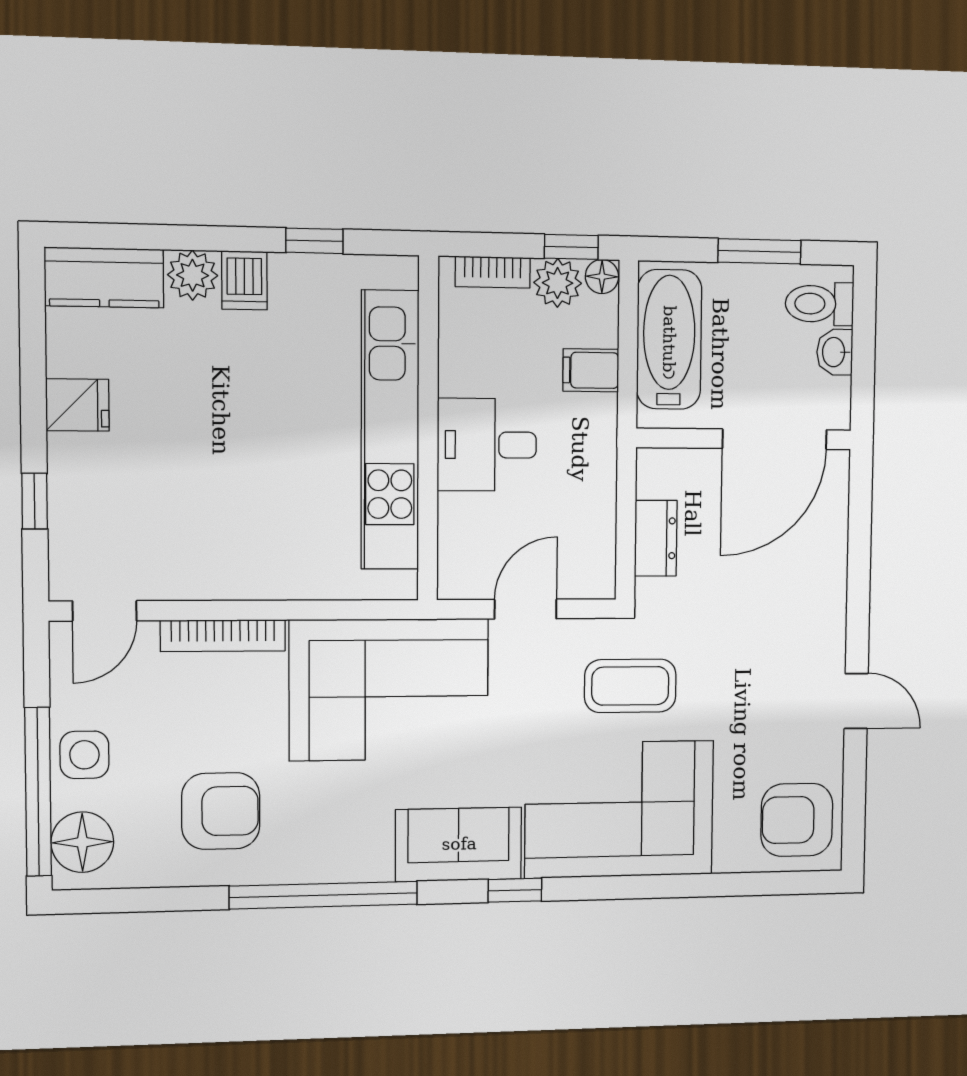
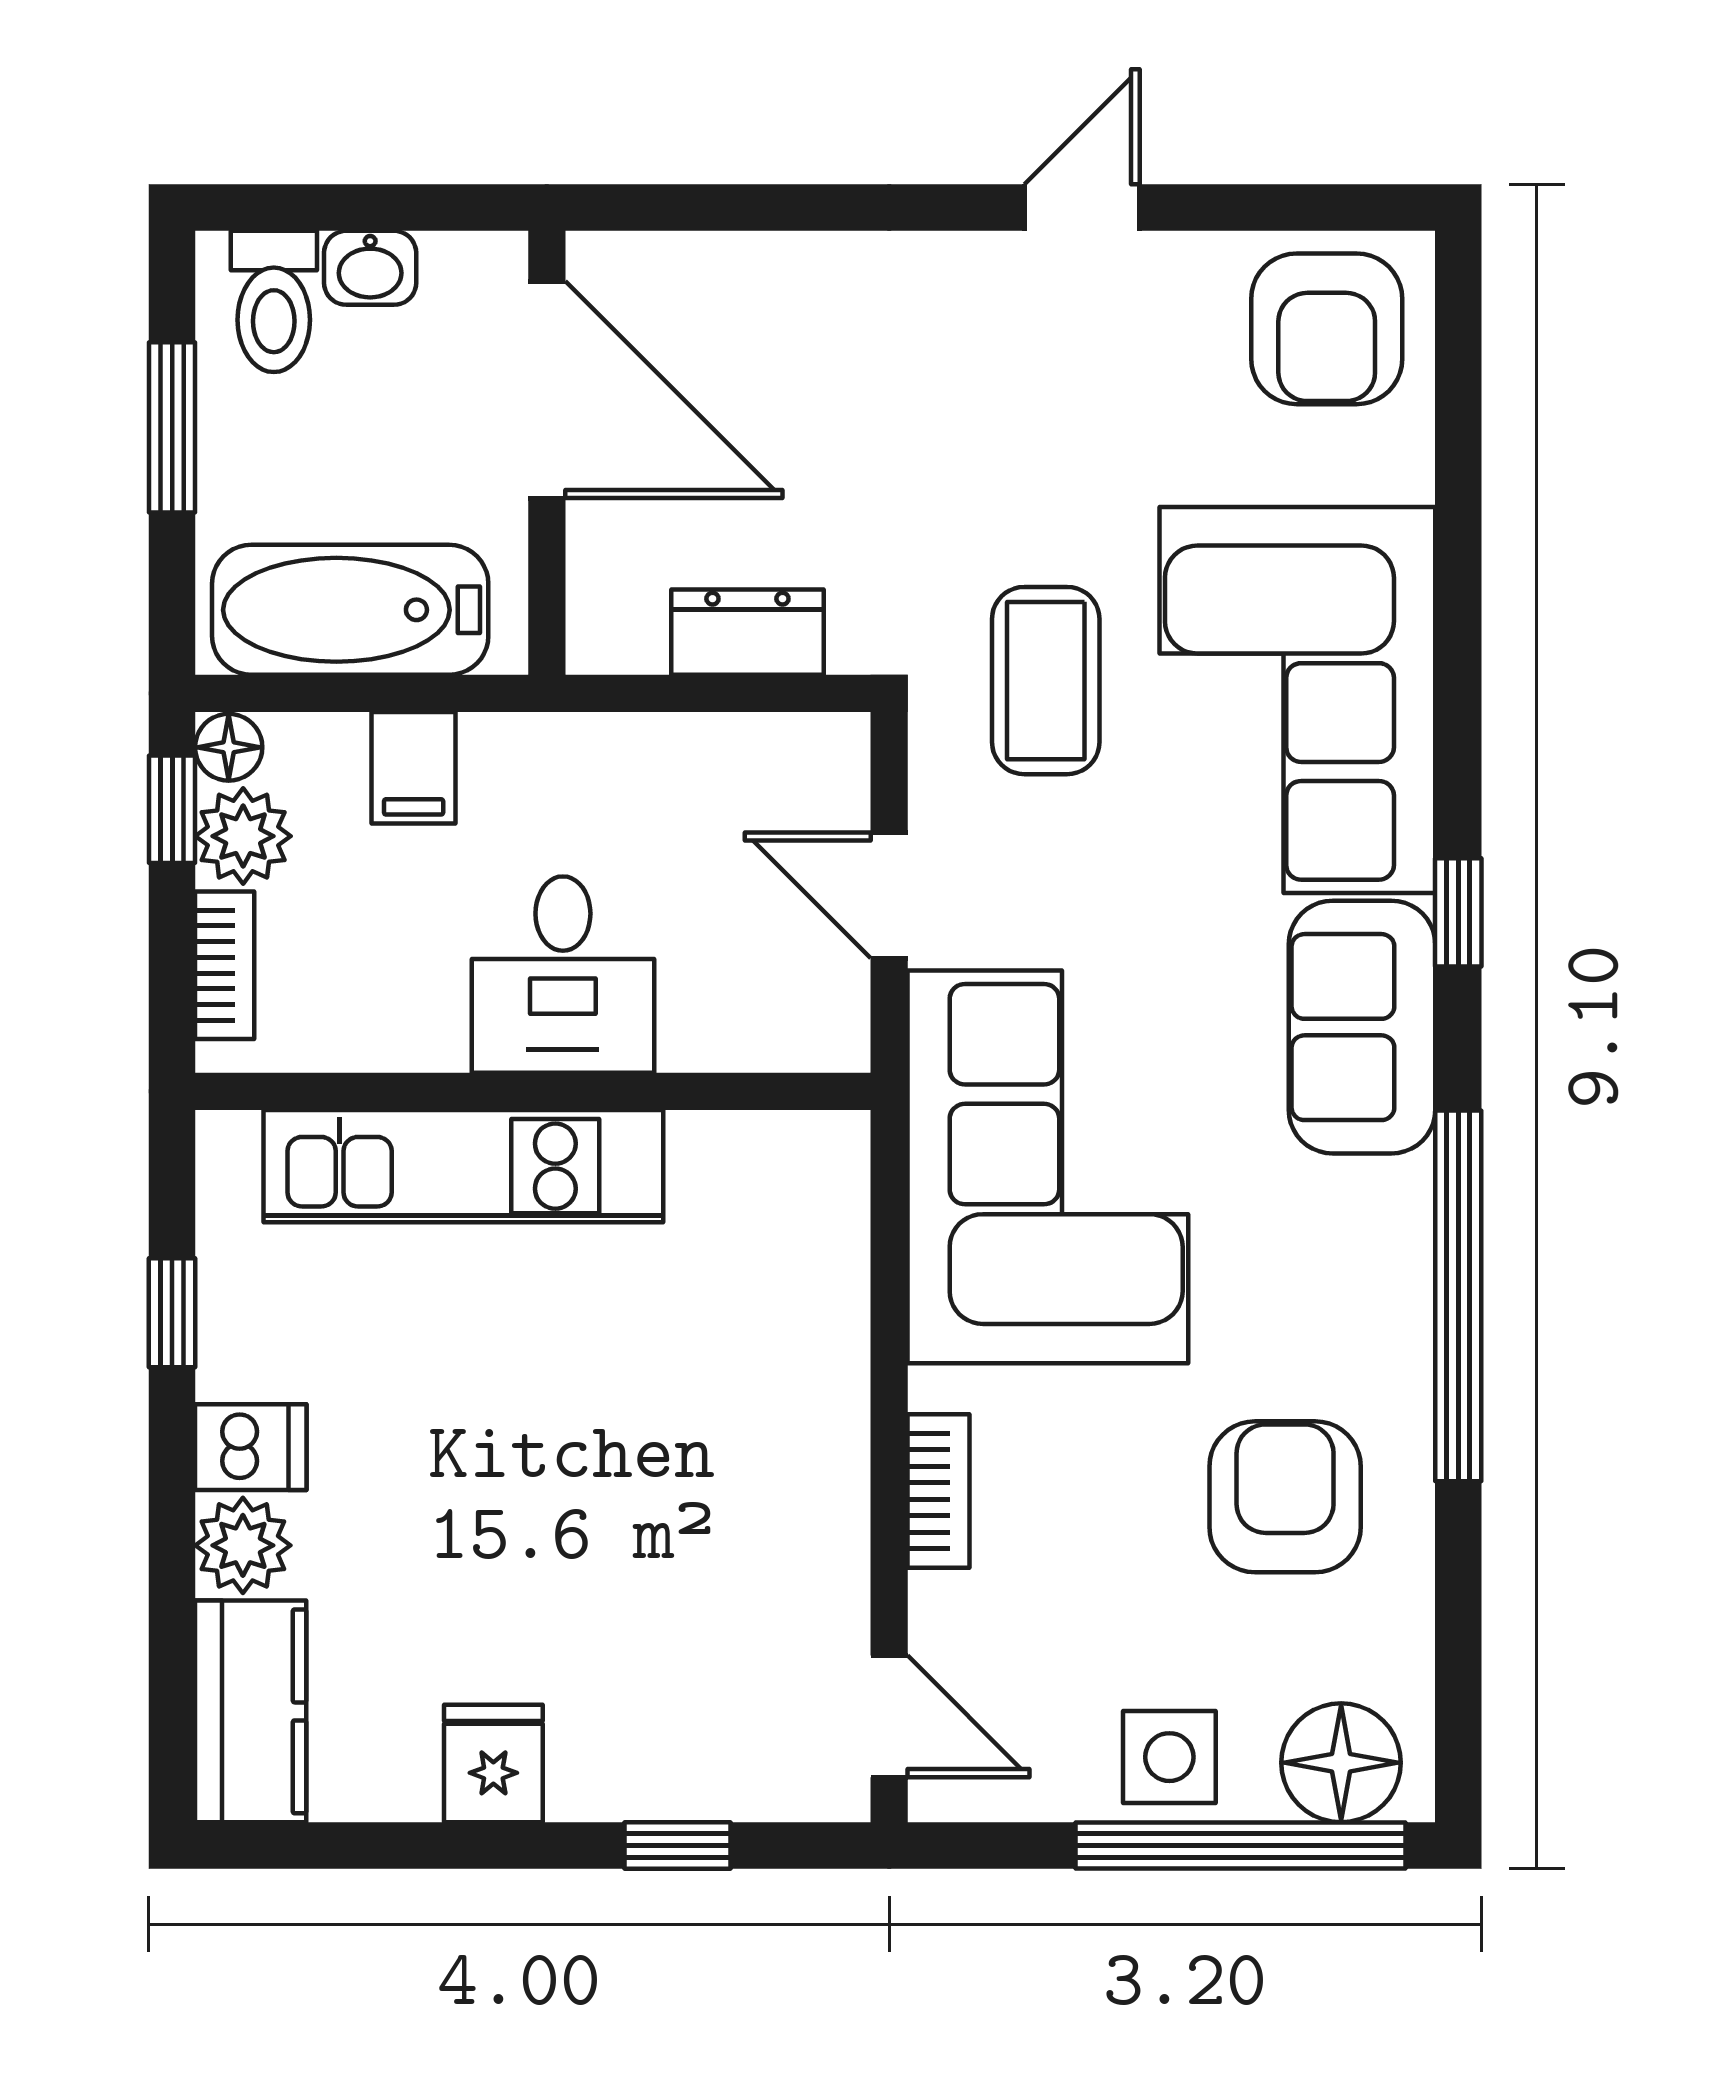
kitchen unit: (390, 430) -> (463, 1166), width x0.73
bookcase: (223, 636) -> (938, 1491), width x0.64

